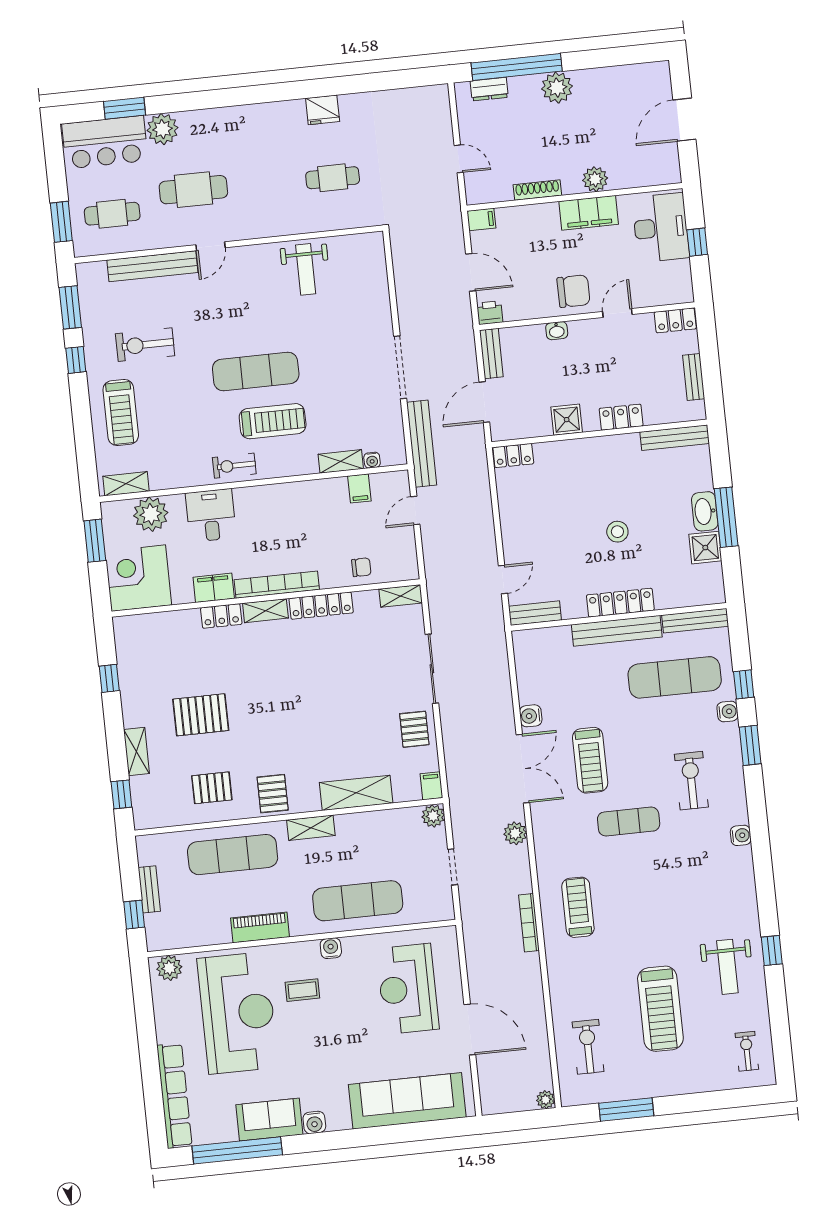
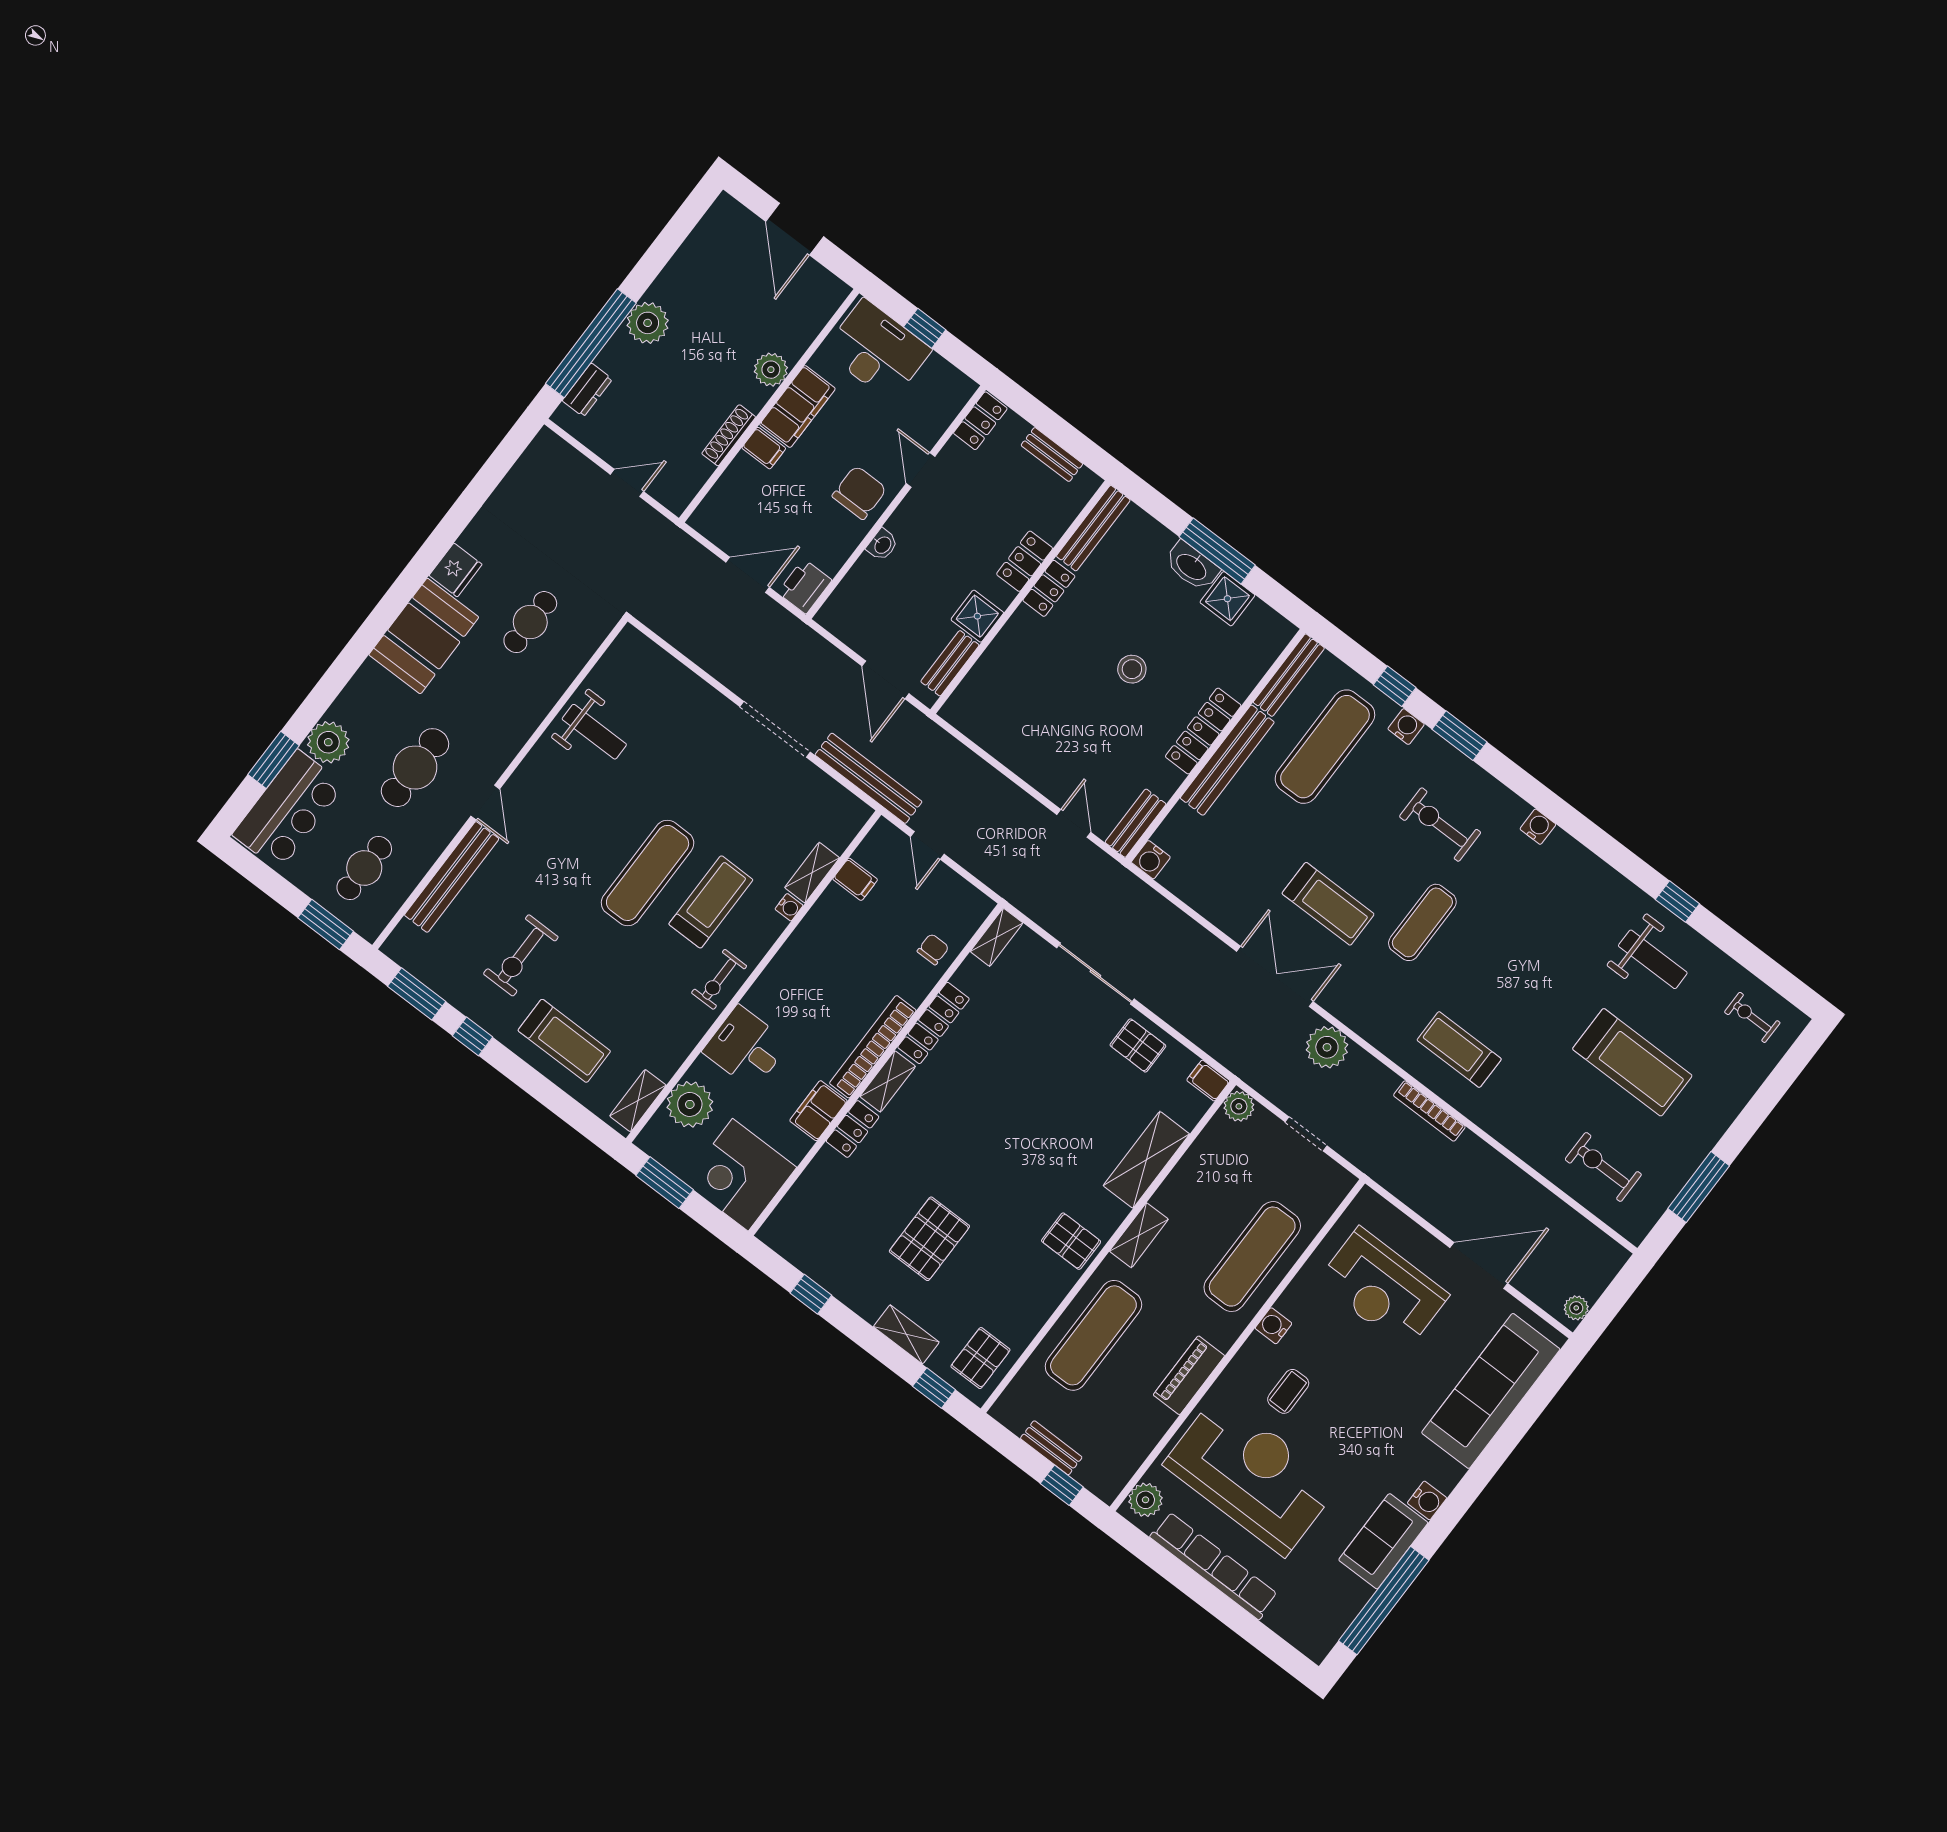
booth: (270, 127) -> (424, 636), added
filing cabinet: (481, 219) -> (764, 448), moved, turned 90
printer: (490, 313) -> (805, 586), width x1.36, depth x1.24
bench: (491, 354) -> (950, 663), moved, turned 90
locker: (513, 456) -> (1049, 588), moved
water cooler: (372, 460) -> (789, 907), moved
water cooler: (531, 716) -> (1151, 860), moved
pallet: (212, 788) -> (980, 1358), moved
plant: (515, 833) -> (1327, 1047), width x1.36, depth x1.36
row of seats: (174, 1096) -> (1214, 1566), moved
plant: (546, 1100) -> (1576, 1308), moved

